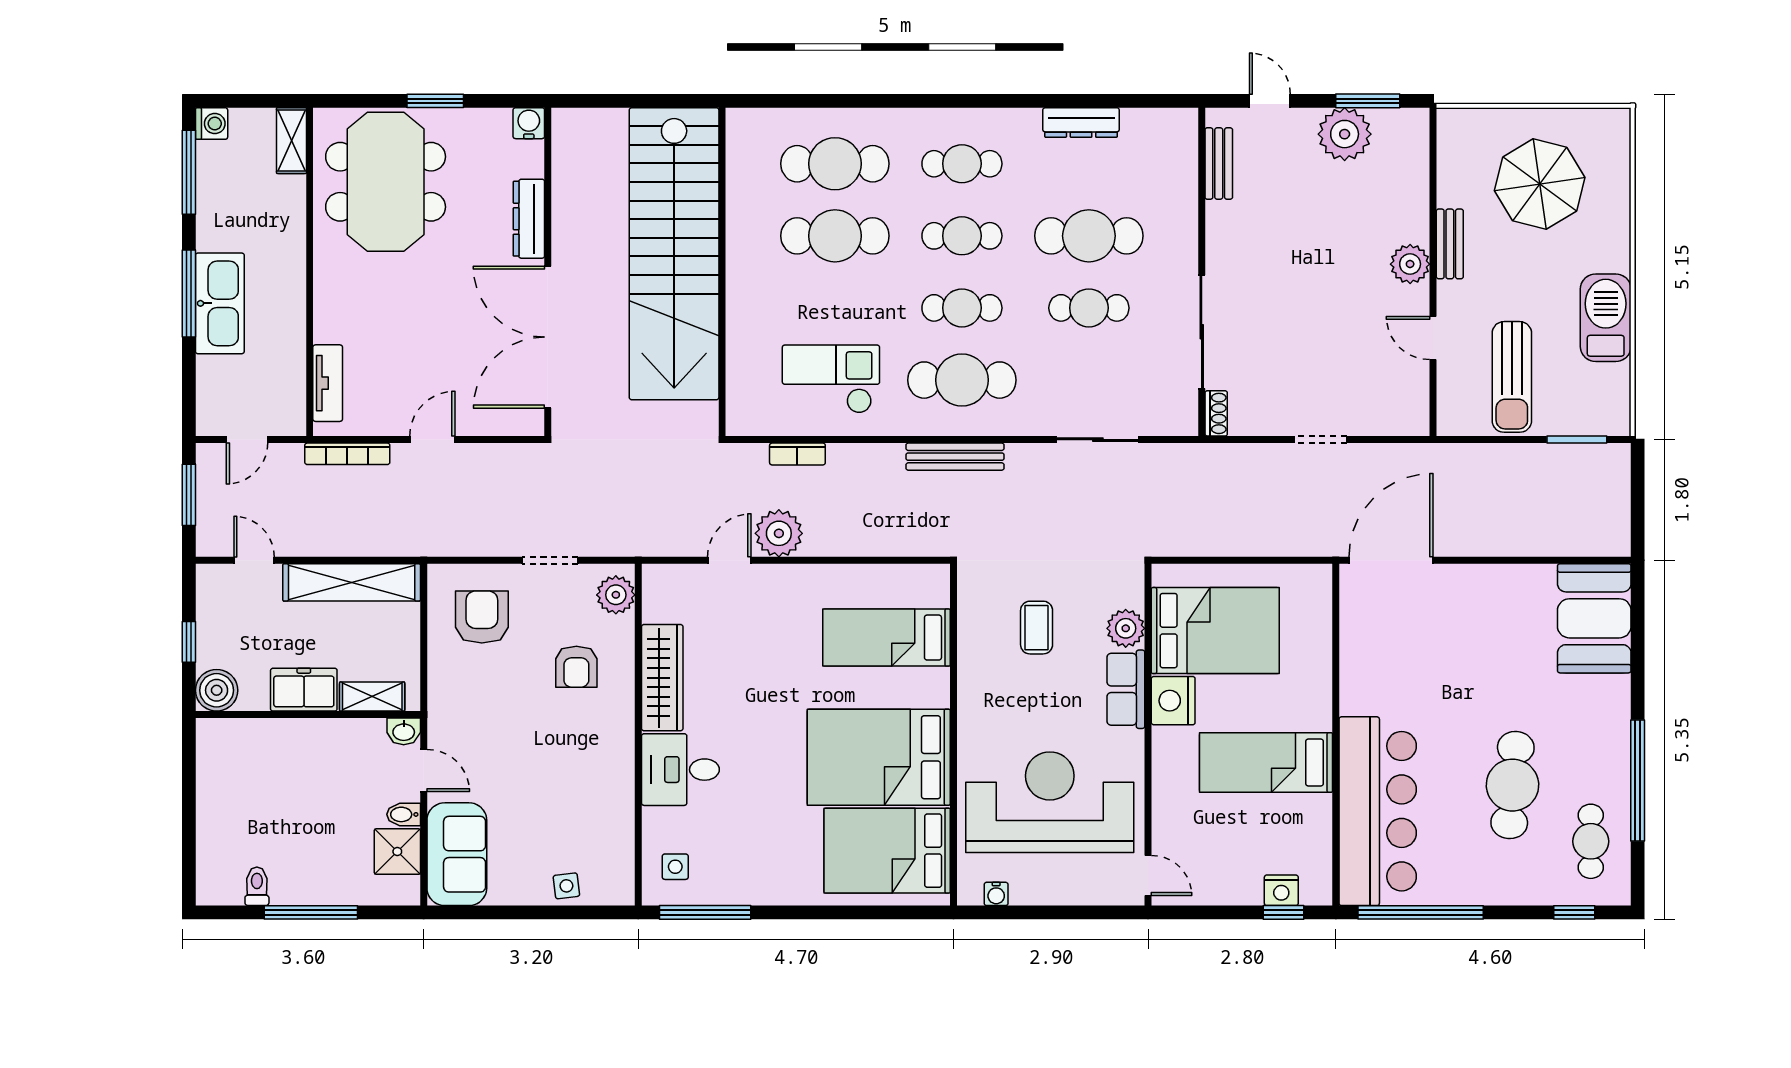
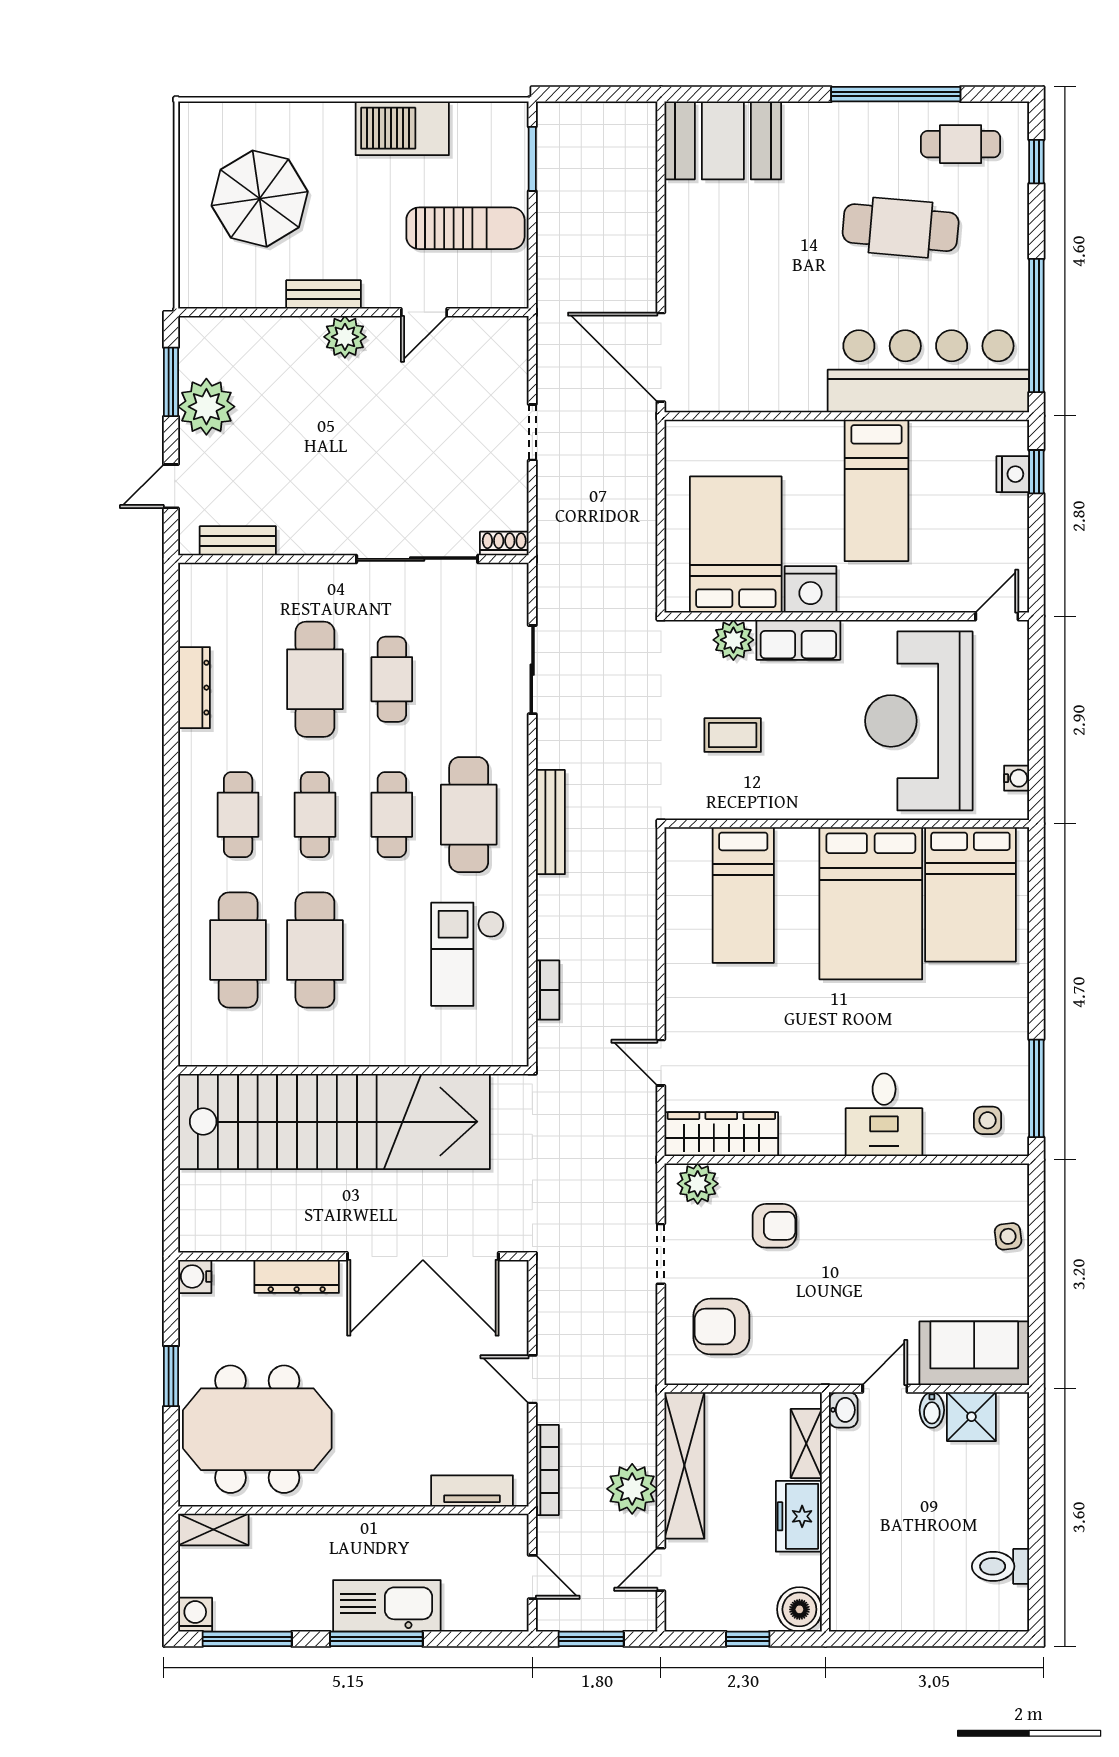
plant: (779, 533) -> (632, 1489), moved
wardrobe: (662, 678) -> (721, 1134), moved
toilet: (257, 886) -> (1001, 1566), width x1.37, depth x1.39
window: (311, 912) -> (1036, 1509), removed

